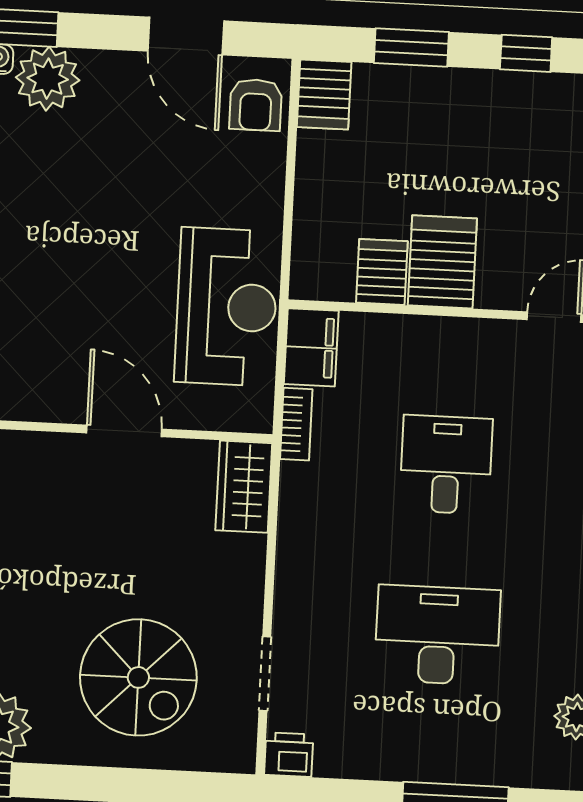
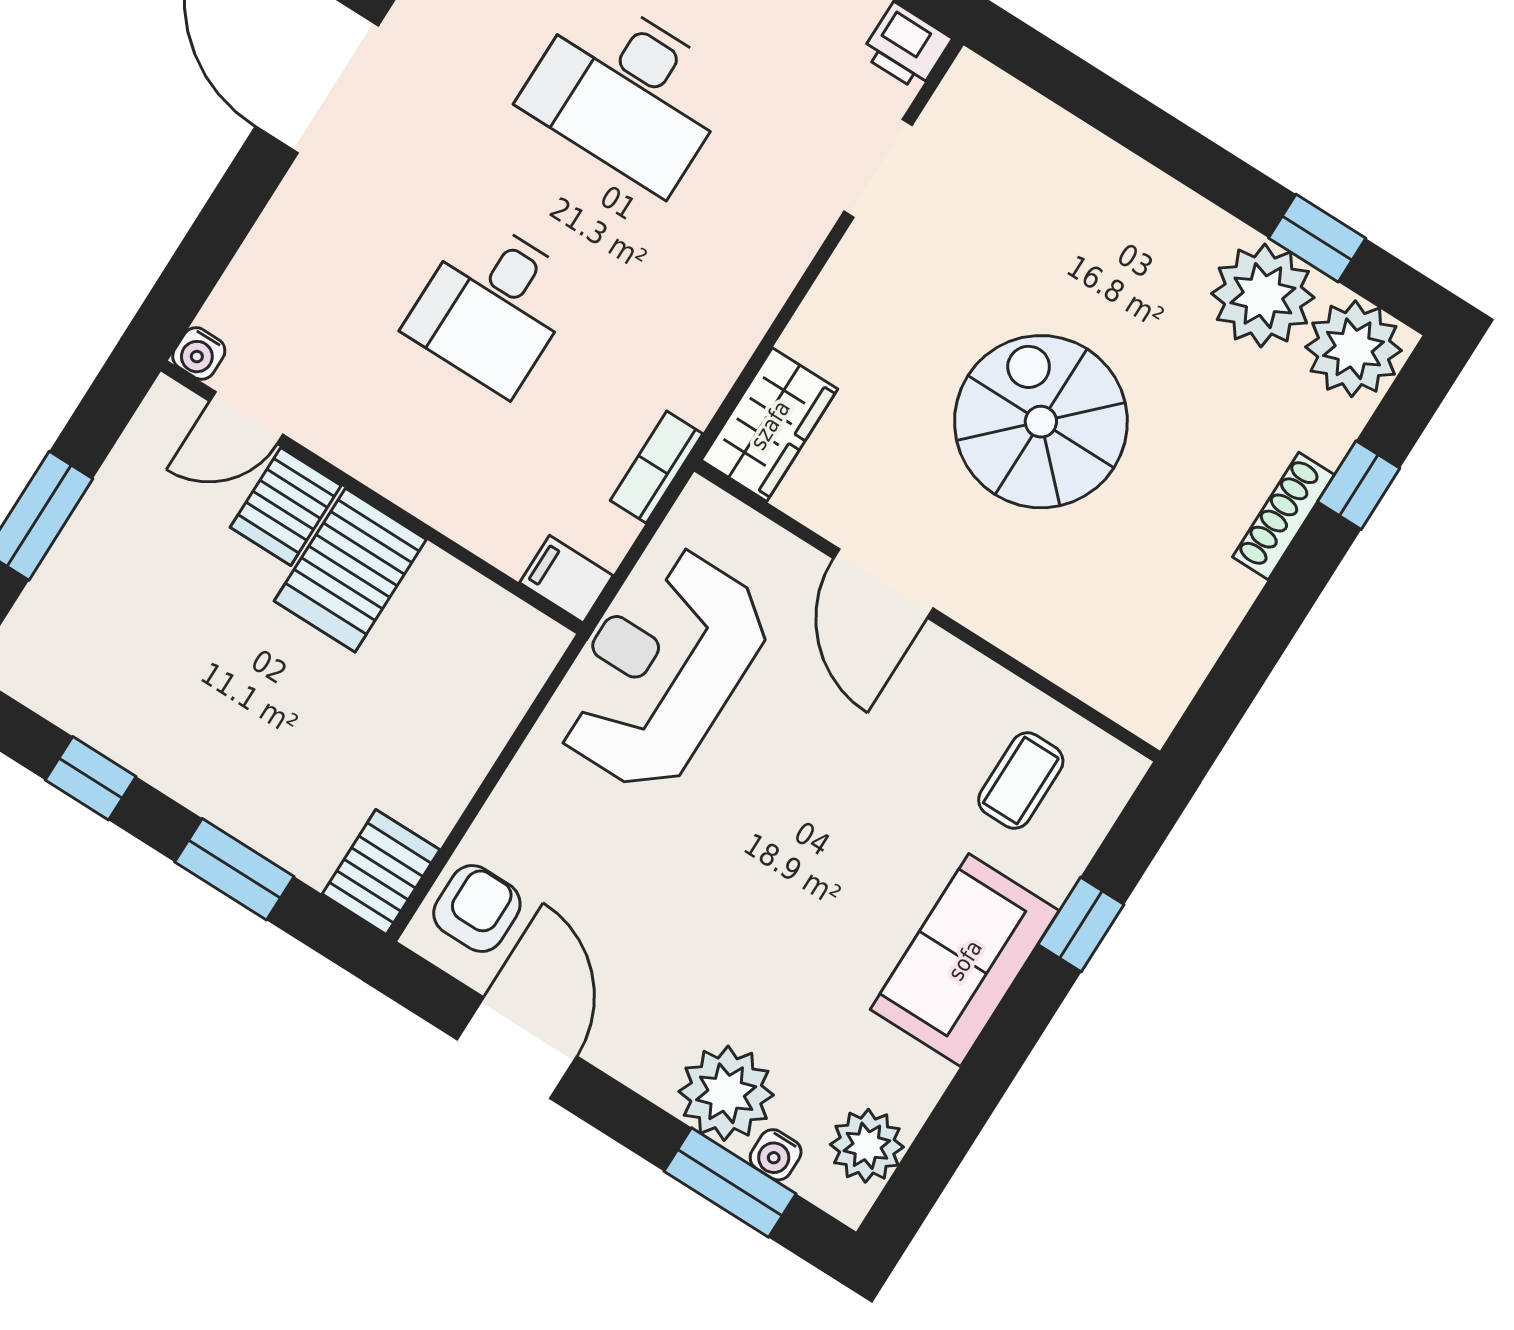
server rack: (382, 272) -> (286, 506), moved
filing cabinet: (311, 347) -> (566, 579), width x0.50
spiral stairs: (138, 677) -> (1041, 422), moved

